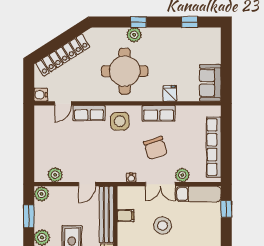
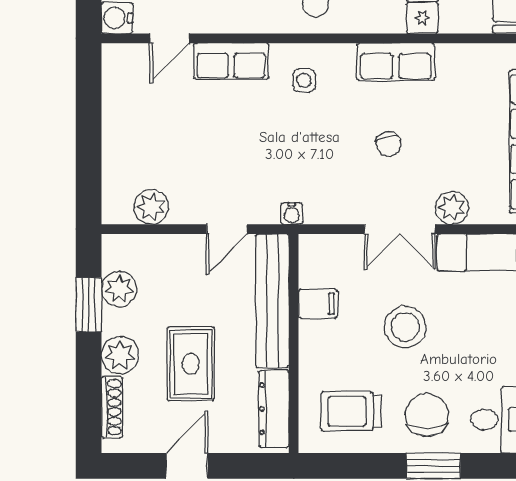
side table: (120, 121) -> (304, 80), width x0.54, depth x0.54
chair: (155, 148) -> (388, 144), width x0.54, depth x0.54
water cooler: (131, 177) -> (292, 213), moved
plant: (41, 194) -> (119, 289), moved

